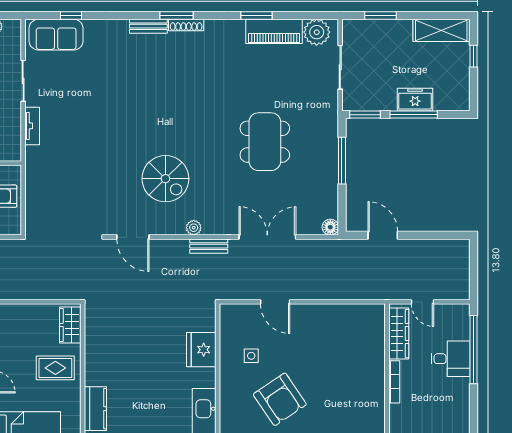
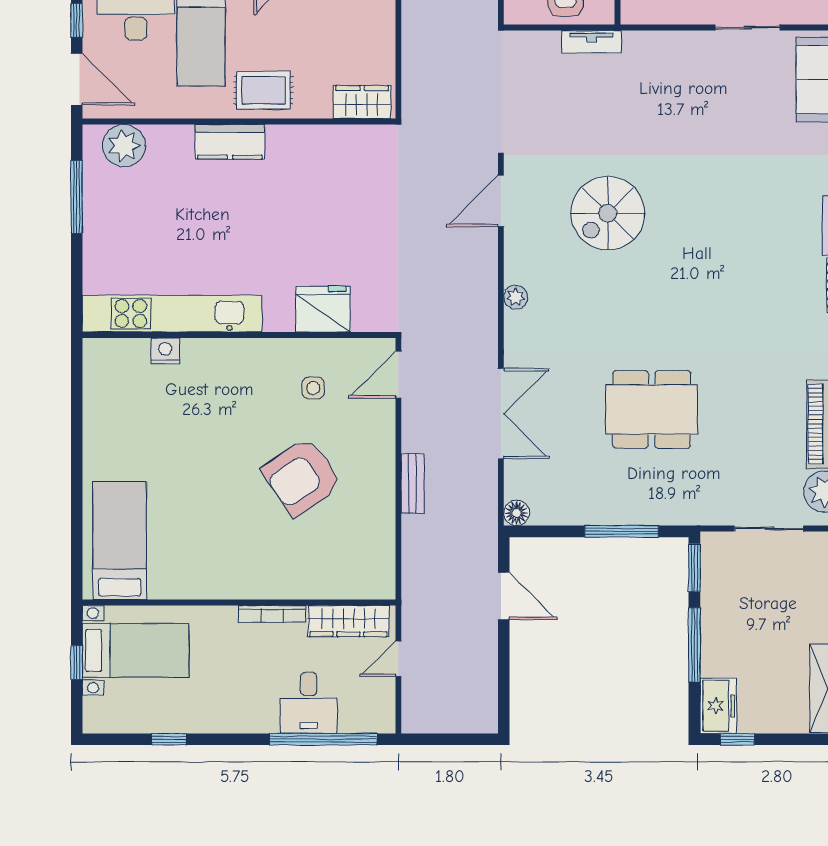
window: (473, 56) -> (737, 739), moved
freezer: (415, 100) -> (718, 706), moved
tv unit: (32, 126) -> (591, 42), moved
spiral stairs: (165, 179) -> (608, 213), moved
door: (383, 235) -> (504, 596), hinge flipped
bench: (209, 246) -> (413, 484), moved
door: (275, 302) -> (398, 375), moved
rug: (55, 368) -> (263, 90), moved, turned 90
armchair: (280, 399) -> (302, 477), moved

